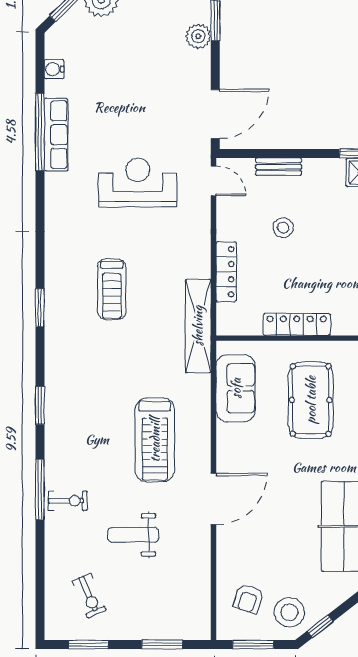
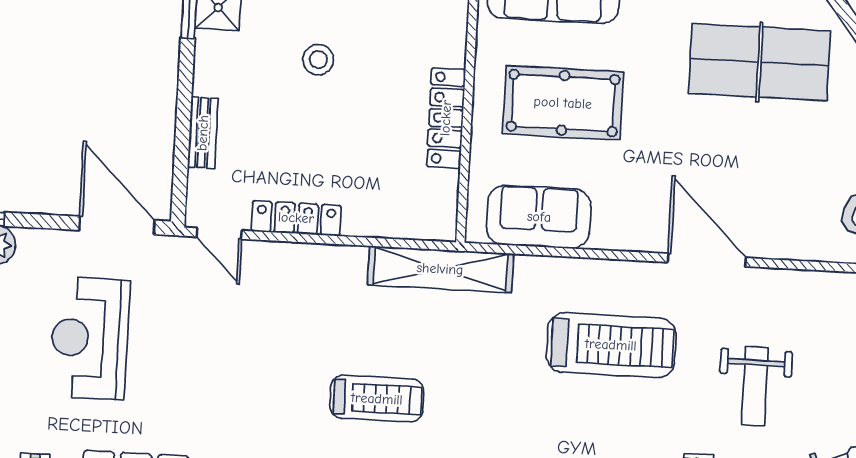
door: (214, 181) -> (219, 234), swing flipped
reception desk: (138, 183) -> (90, 338), moved
stool: (283, 228) -> (318, 60), moved
locker: (226, 272) -> (296, 218), moved

